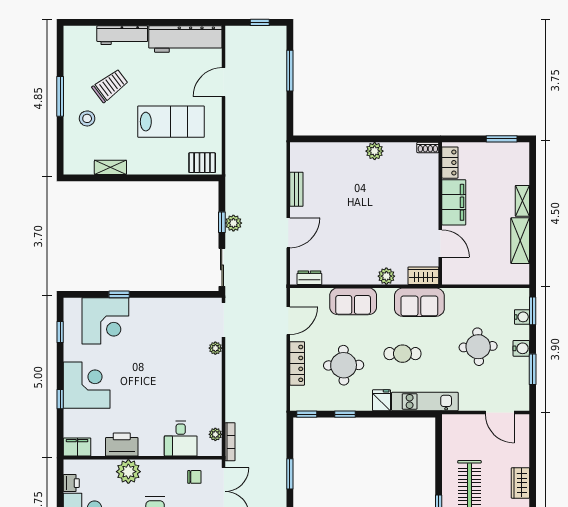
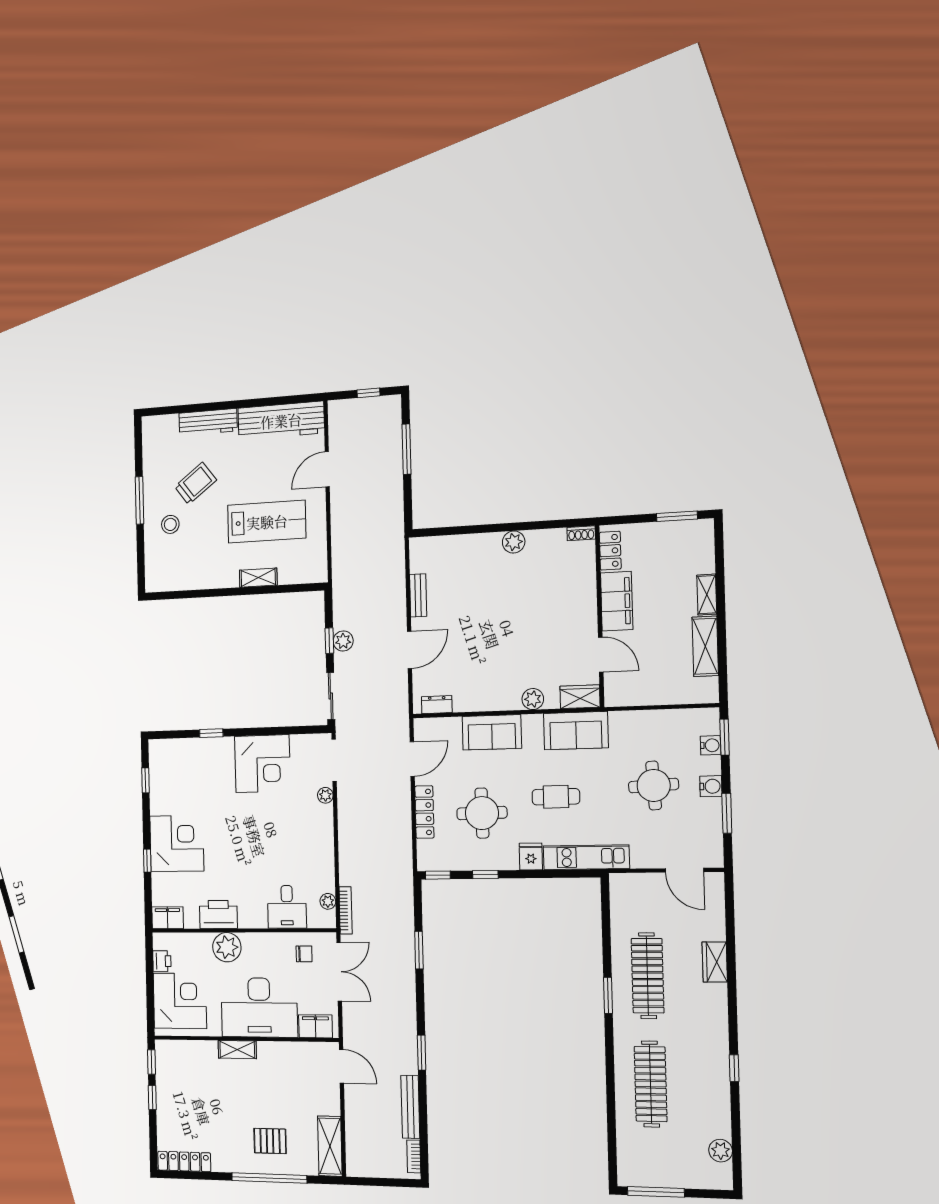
pallet: (202, 163) -> (304, 569), removed
shelving: (110, 167) -> (258, 578), moved
corner desk: (105, 321) -> (262, 764), moved

